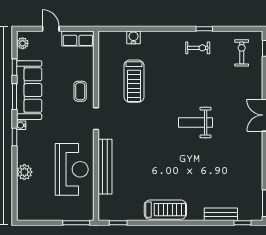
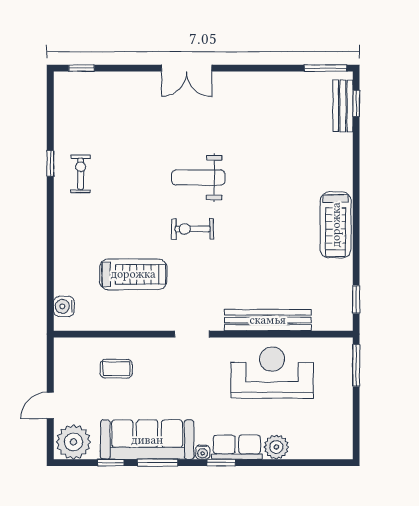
water cooler: (133, 37) -> (64, 306), moved
row of seats: (78, 38) -> (237, 447), moved, turned -90
plant: (23, 43) -> (73, 442), width x1.87, depth x1.87
exercise bike: (242, 53) -> (193, 229), moved
coffee table: (80, 91) -> (116, 369), moved
weight bench: (195, 123) -> (198, 178), turned 90
treadmill: (165, 210) -> (336, 225), turned 180
bench: (221, 214) -> (343, 106), moved

